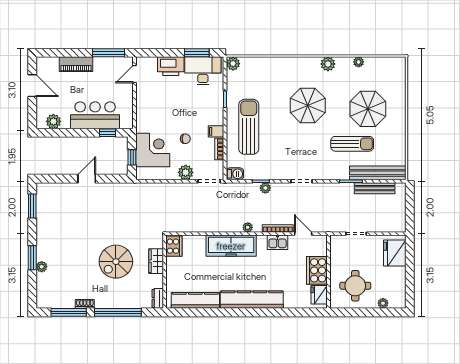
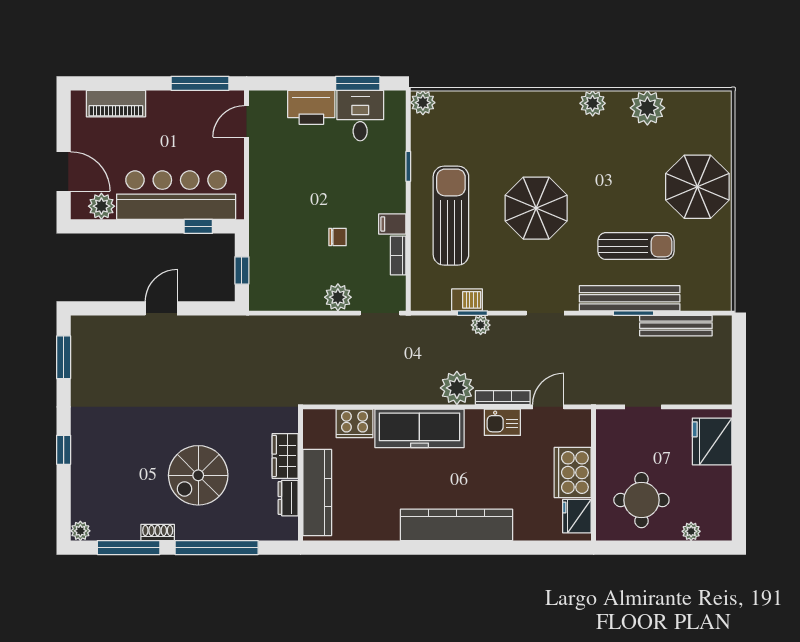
plant: (359, 62) -> (647, 108), width x1.88, depth x1.88
piano: (76, 64) -> (116, 104), moved
desk: (203, 71) -> (360, 116), width x0.73
door: (32, 86) -> (64, 171), moved
parasol: (308, 105) -> (536, 208), moved
parasol: (368, 109) -> (697, 187), moved
bar counter: (95, 115) -> (176, 195), width x1.36
corner desk: (153, 150) -> (279, 257), removed
bench: (378, 173) -> (630, 298), moved
barbecue: (235, 174) -> (467, 300), moved
plant: (248, 227) -> (457, 388), width x1.88, depth x1.88
door: (303, 234) -> (548, 407), hinge flipped
cooker: (174, 246) -> (355, 423), moved, turned 90
window: (32, 258) -> (64, 450), width x0.67
spiral stairs: (116, 262) -> (198, 475), moved
plant: (42, 267) -> (80, 531), moved
dresser: (158, 298) -> (288, 498), moved
kitchen counter: (195, 300) -> (317, 493), moved, turned 90

